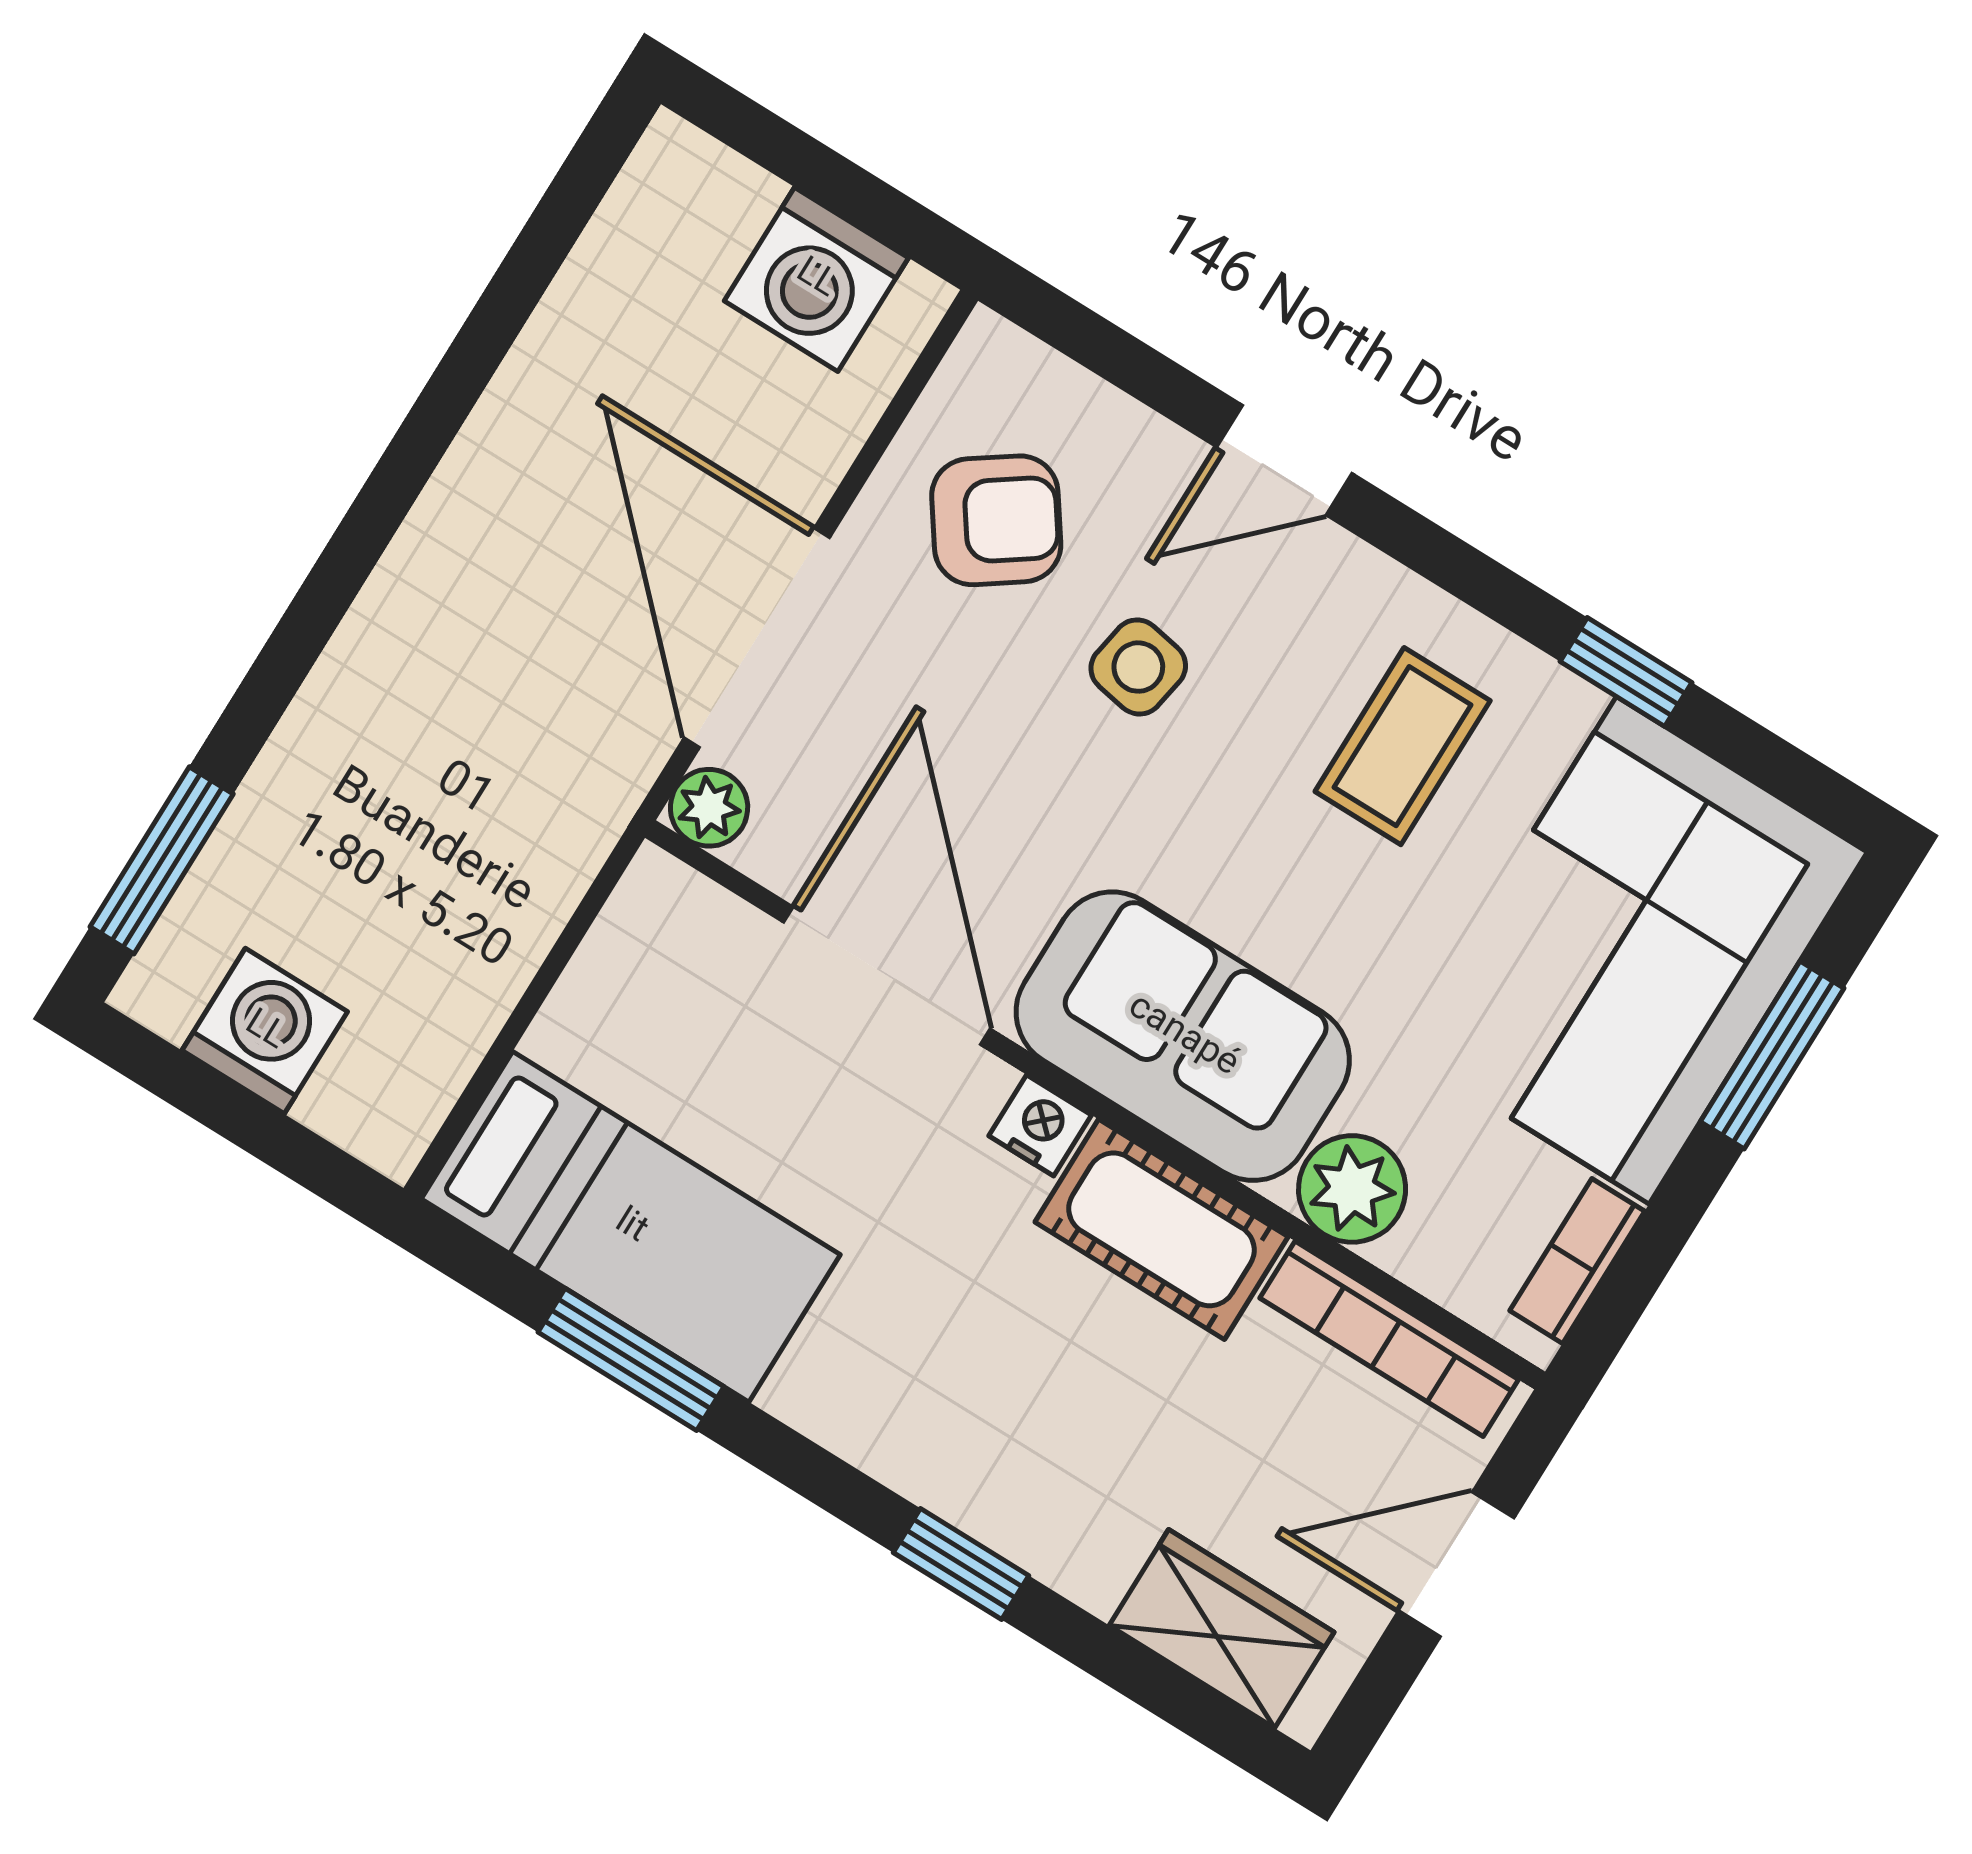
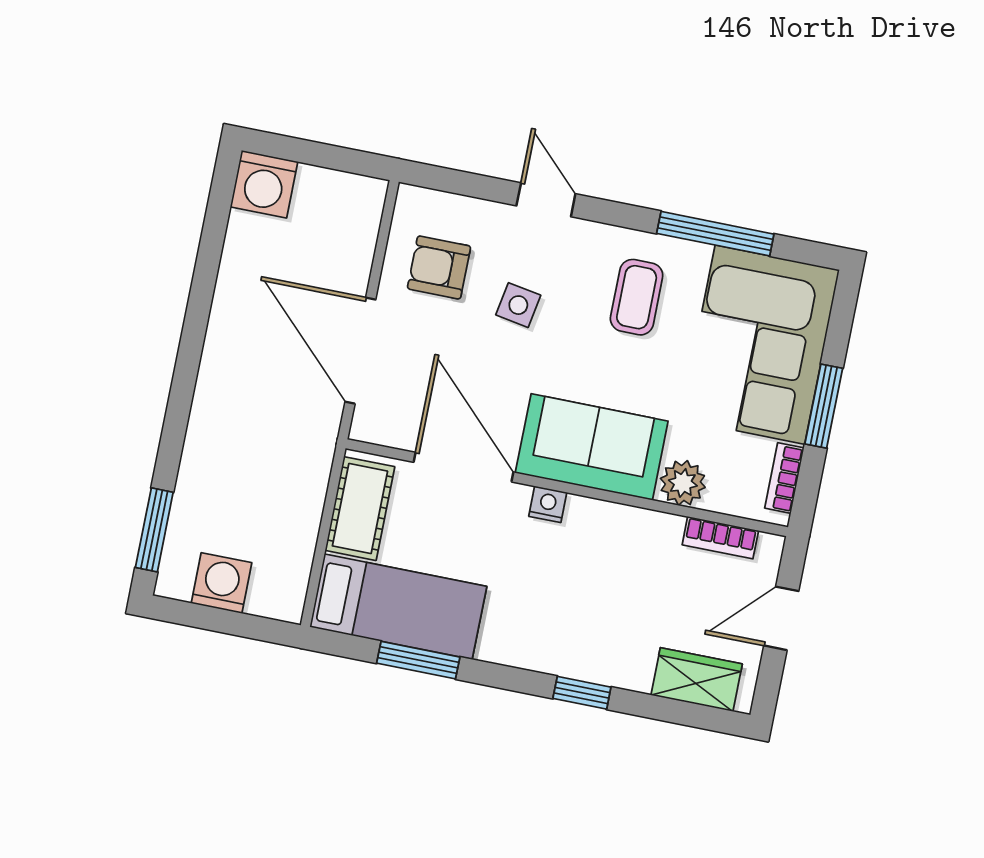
washing machine: (816, 279) -> (264, 184), moved
door: (1284, 460) -> (546, 200), swing flipped
armchair: (996, 520) -> (439, 267), turned -145
window: (1626, 672) -> (715, 234), width x2.17
plant: (709, 808) -> (367, 426), removed
window: (1772, 1055) -> (824, 406), moved
cot: (1161, 1229) -> (360, 509), moved, turned 90
bookcase: (1389, 1339) -> (720, 538), width x0.64

